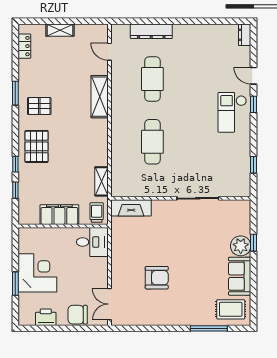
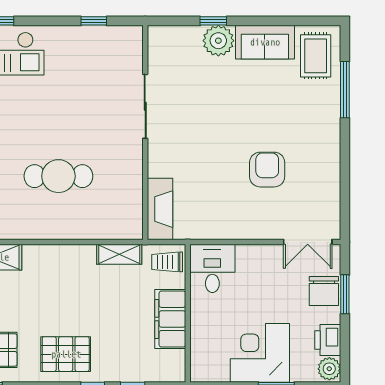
plant: (27, 318) -> (329, 369), added
window: (75, 328) -> (345, 294), added

